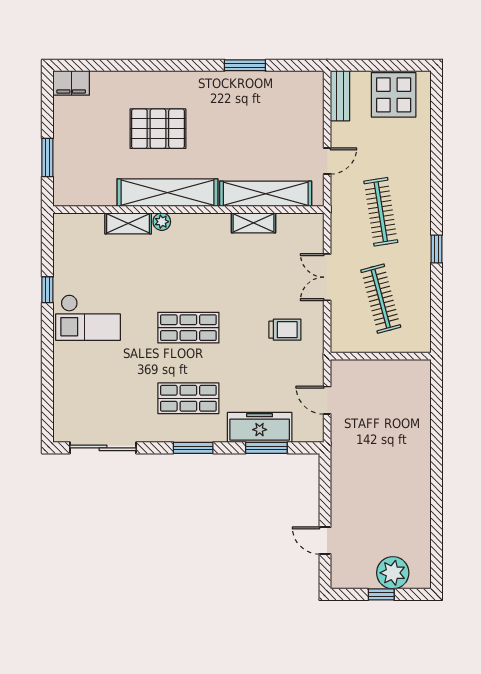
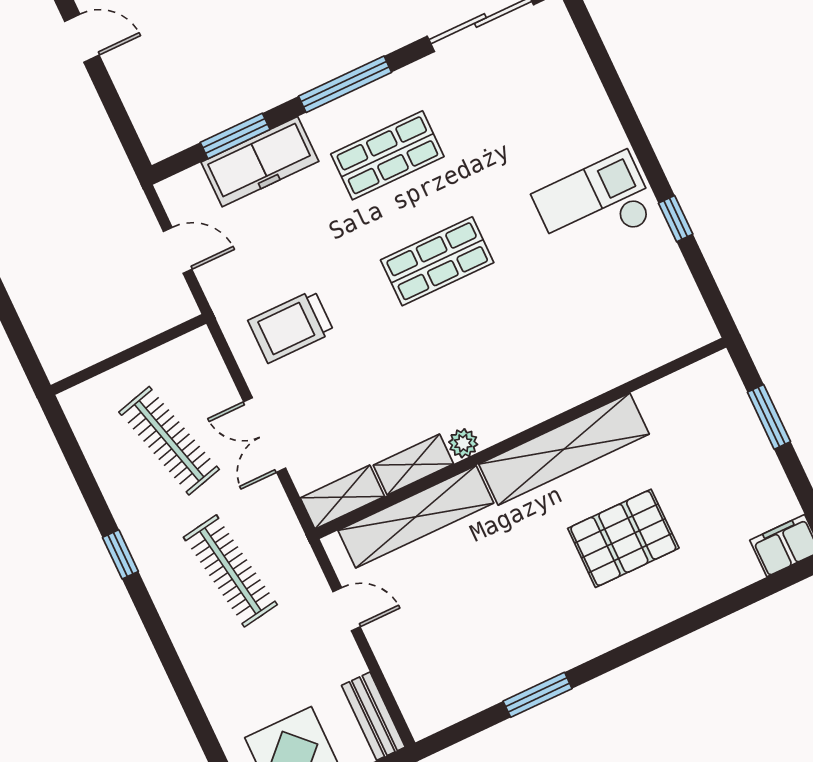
door: (327, 161) -> (347, 609), swing flipped
plant: (162, 222) -> (463, 443), moved
shelving: (128, 223) -> (342, 497), moved
double door: (327, 277) -> (265, 435), swing flipped
trolley: (285, 330) -> (291, 326), width x1.36, depth x1.39
window: (193, 448) -> (345, 84), width x1.44

